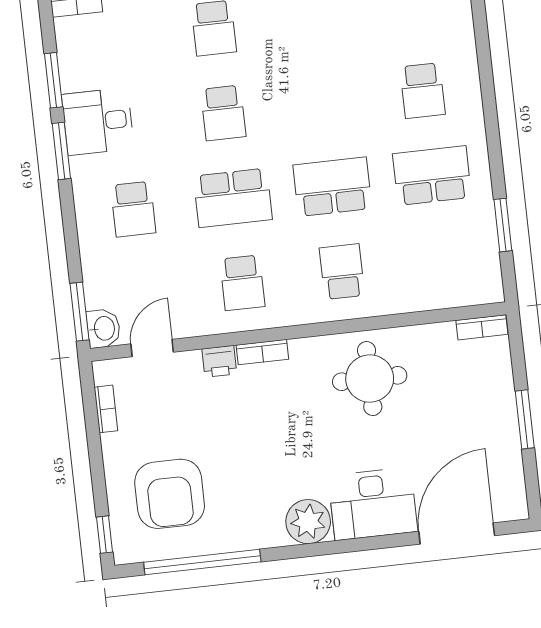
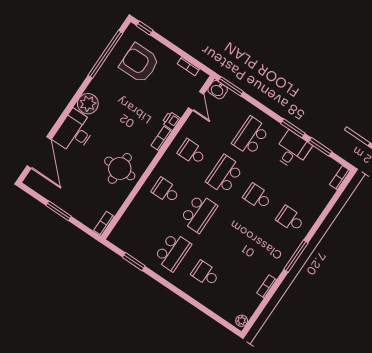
school desk: (133, 209) -> (251, 136), width x1.85
school desk: (342, 272) -> (166, 191), turned 180

